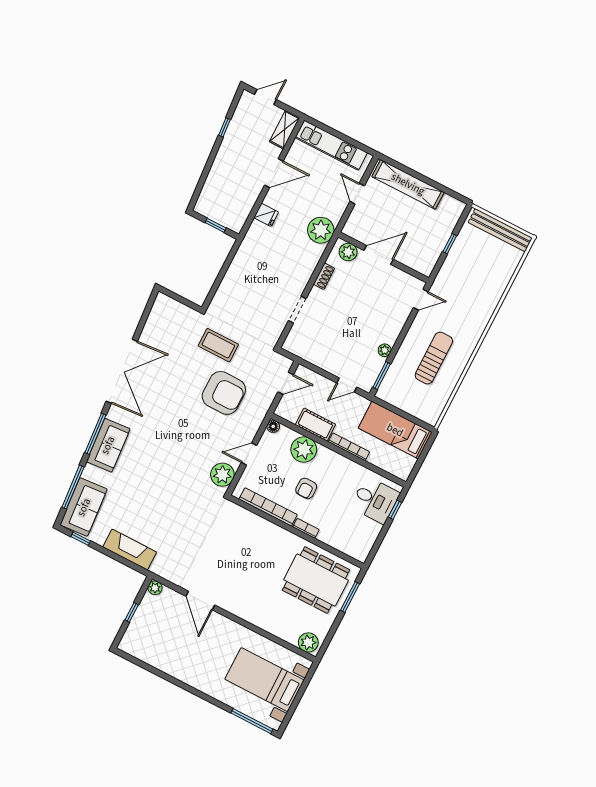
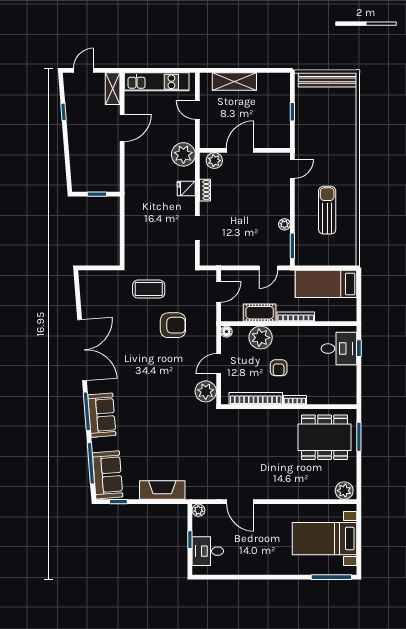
shelving: (408, 184) -> (234, 81), width x0.68
fridge: (266, 215) -> (186, 189), moved, turned 180
armchair: (224, 393) -> (173, 325), width x0.73, depth x0.73
desk: (143, 633) -> (208, 551), added

